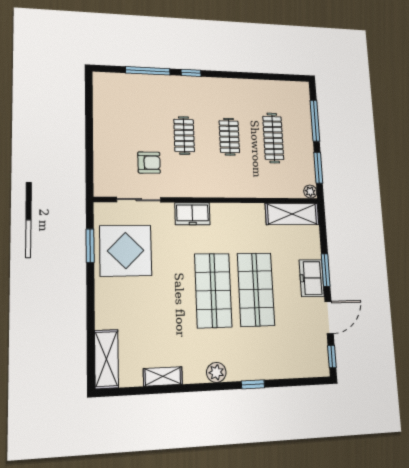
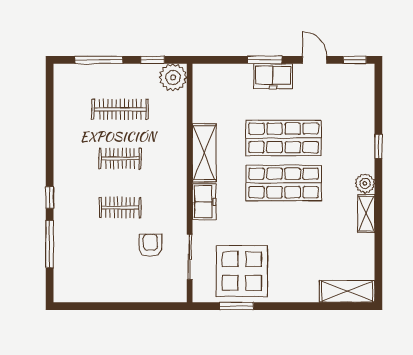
window: (318, 168) -> (153, 60), width x0.67
plant: (310, 192) -> (173, 77), width x1.88, depth x1.88
shelving: (292, 214) -> (204, 153), moved
door: (329, 317) -> (315, 60), width x0.73
shelving: (163, 376) -> (366, 214), moved

